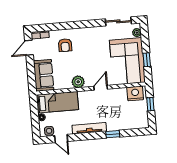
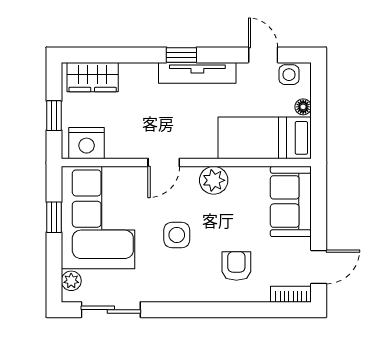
side table: (92, 57) -> (177, 235), added
wardrobe: (135, 123) -> (93, 77), added
window: (113, 134) -> (181, 55), moved

